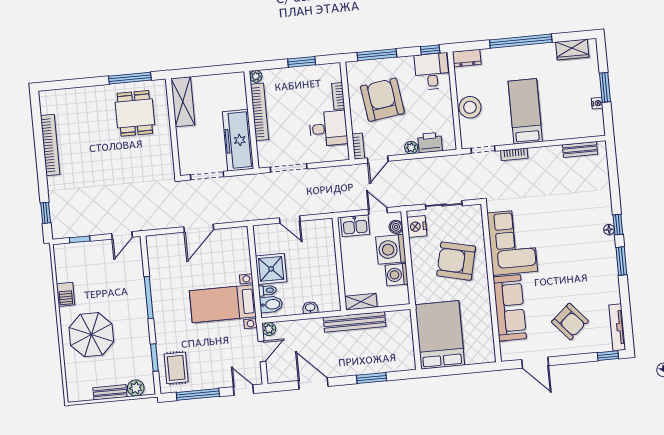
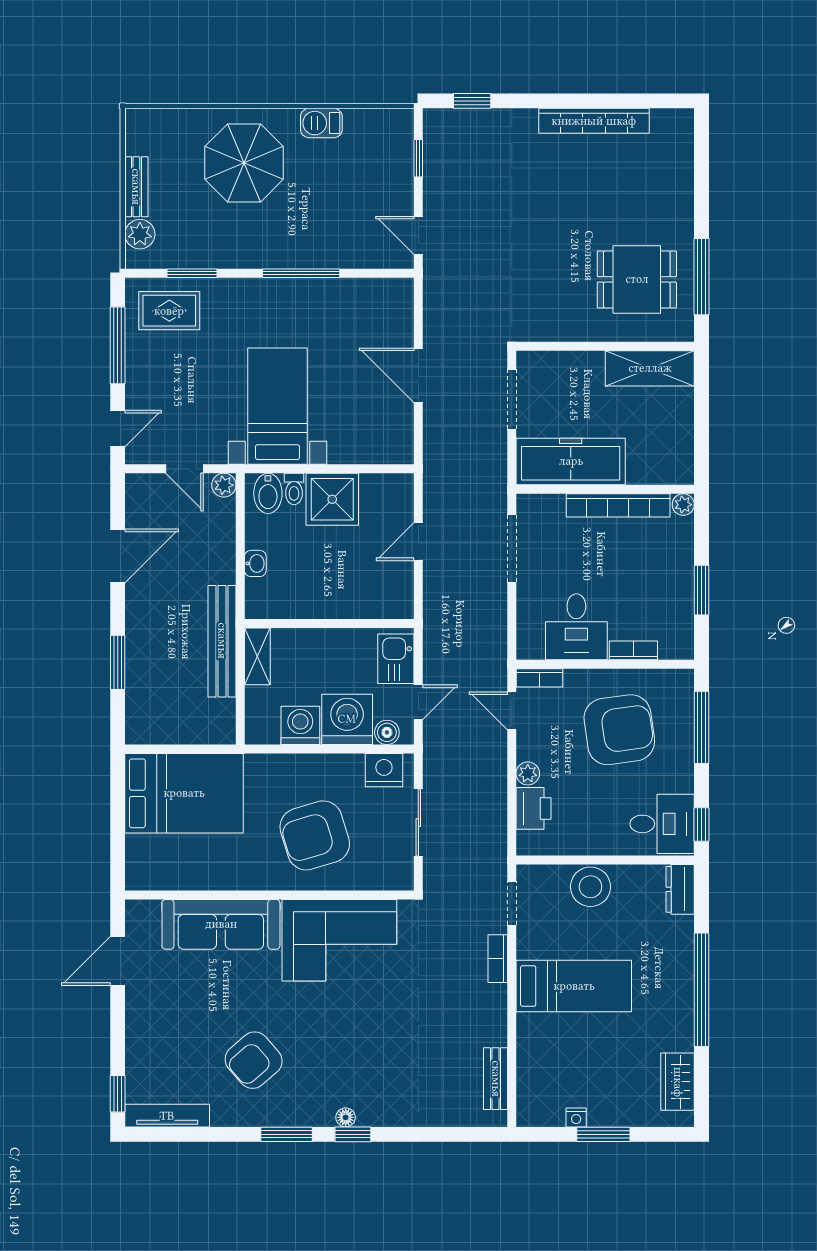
armchair: (456, 261) -> (315, 835), turned -120
armchair: (570, 321) -> (254, 1060), moved

